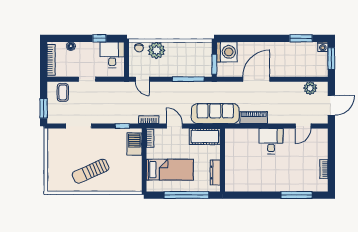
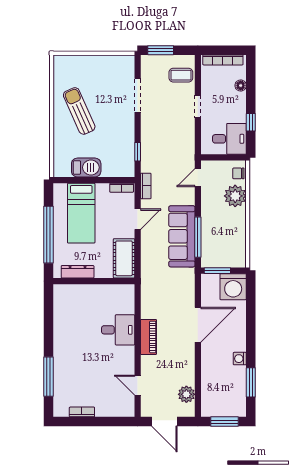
washing machine: (323, 47) -> (240, 359), moved
door: (256, 79) -> (198, 325), hinge flipped
sofa: (215, 114) -> (182, 236), moved, turned 180
piano: (254, 118) -> (148, 337), moved
desk: (271, 141) -> (118, 330), moved
barbecue: (134, 144) -> (86, 167), moved

